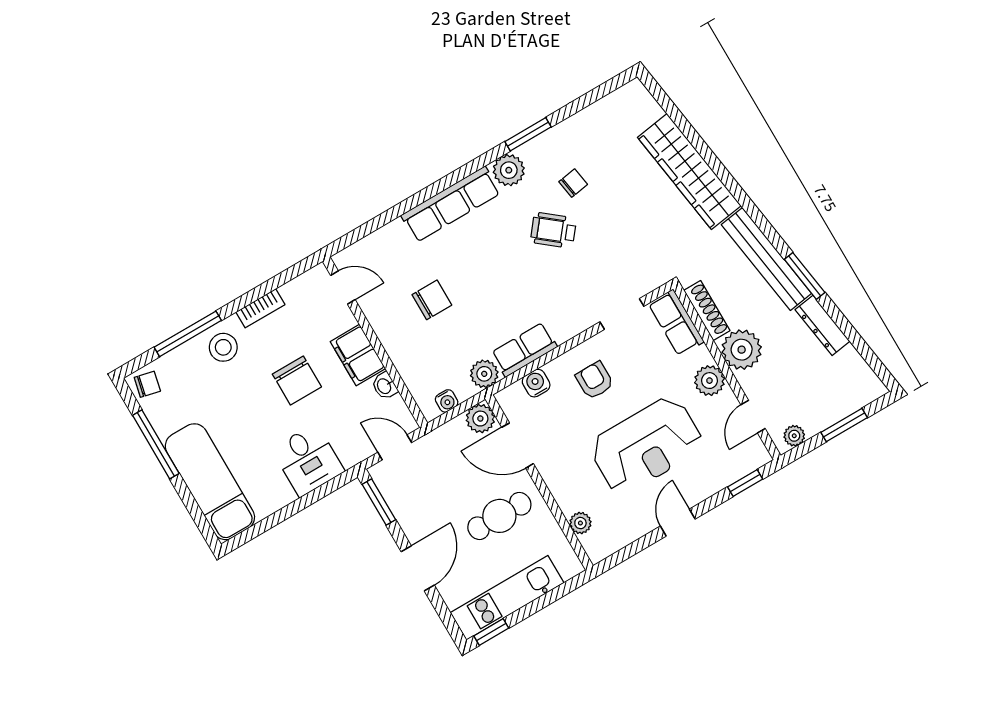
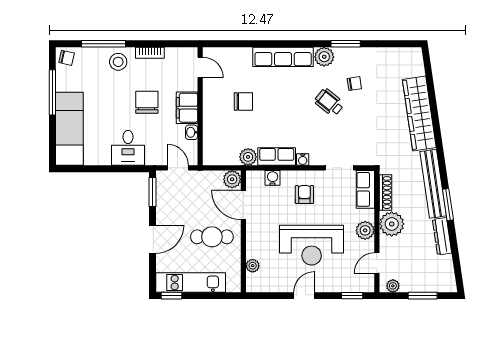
chair: (297, 380) -> (147, 102), turned 180
water cooler: (447, 401) -> (303, 160), moved

